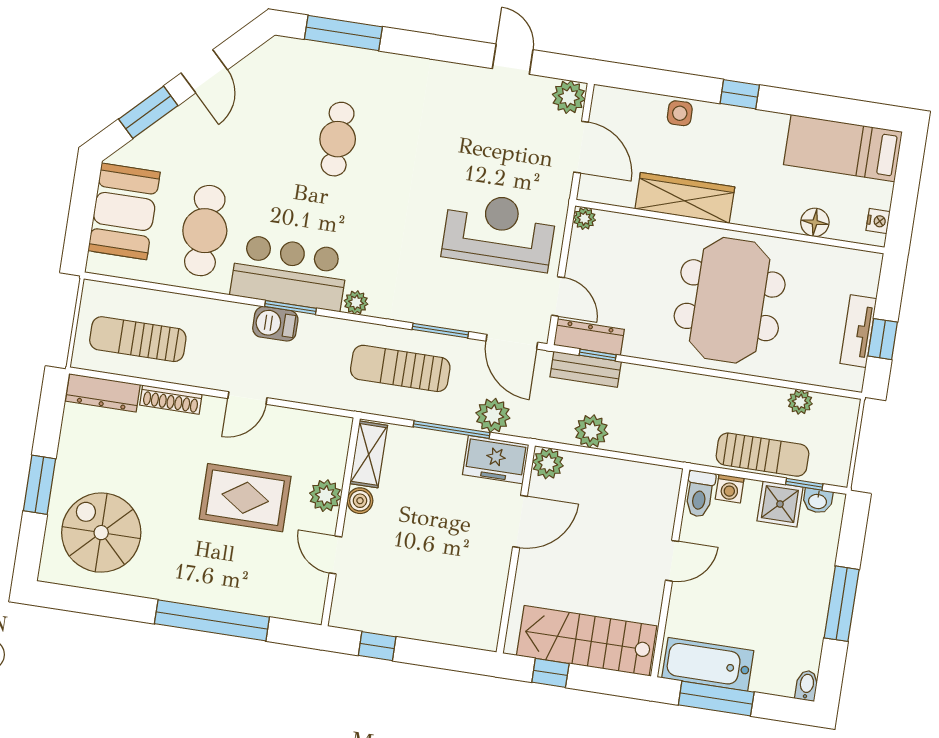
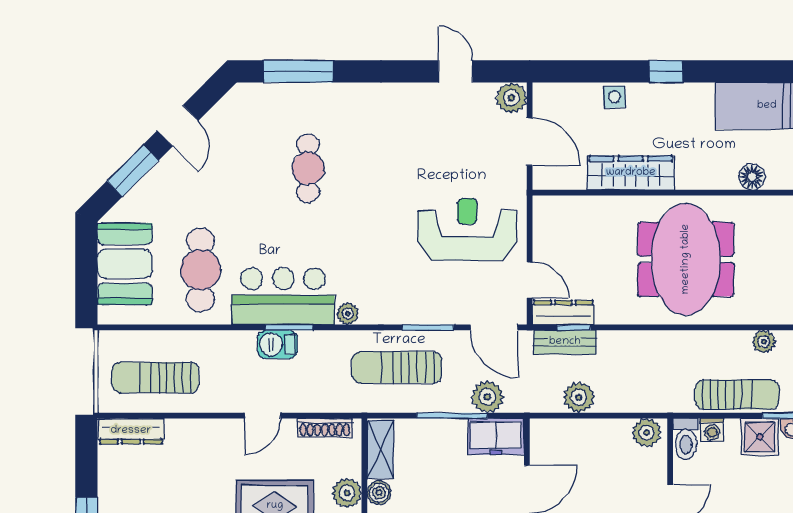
plant: (584, 218) -> (543, 206), removed
shoe rack: (171, 400) -> (325, 428), moved
plant: (548, 463) -> (647, 433), moved

